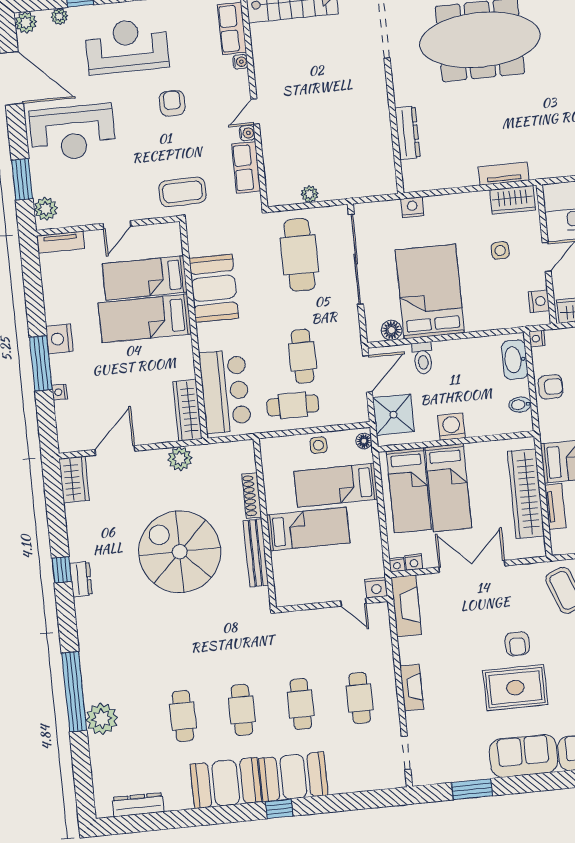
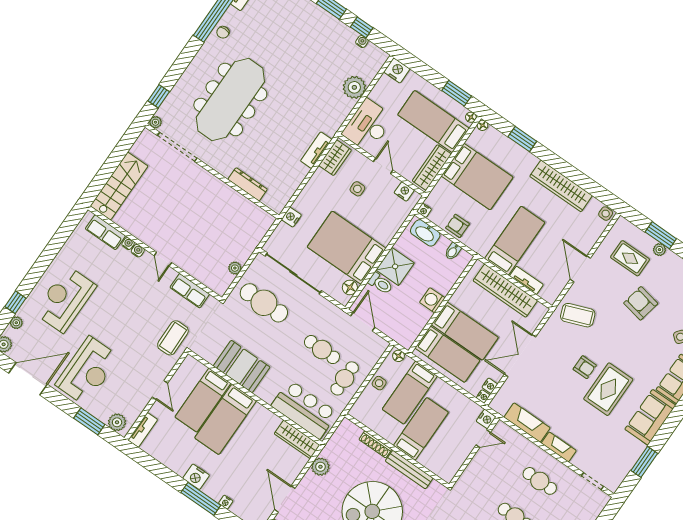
armchair: (172, 103) -> (119, 301), removed
water cooler: (247, 133) -> (138, 251), moved
armchair: (551, 387) -> (457, 226), turned -90
shower: (393, 415) -> (395, 266), moved
fireplace: (406, 606) -> (527, 422), moved

